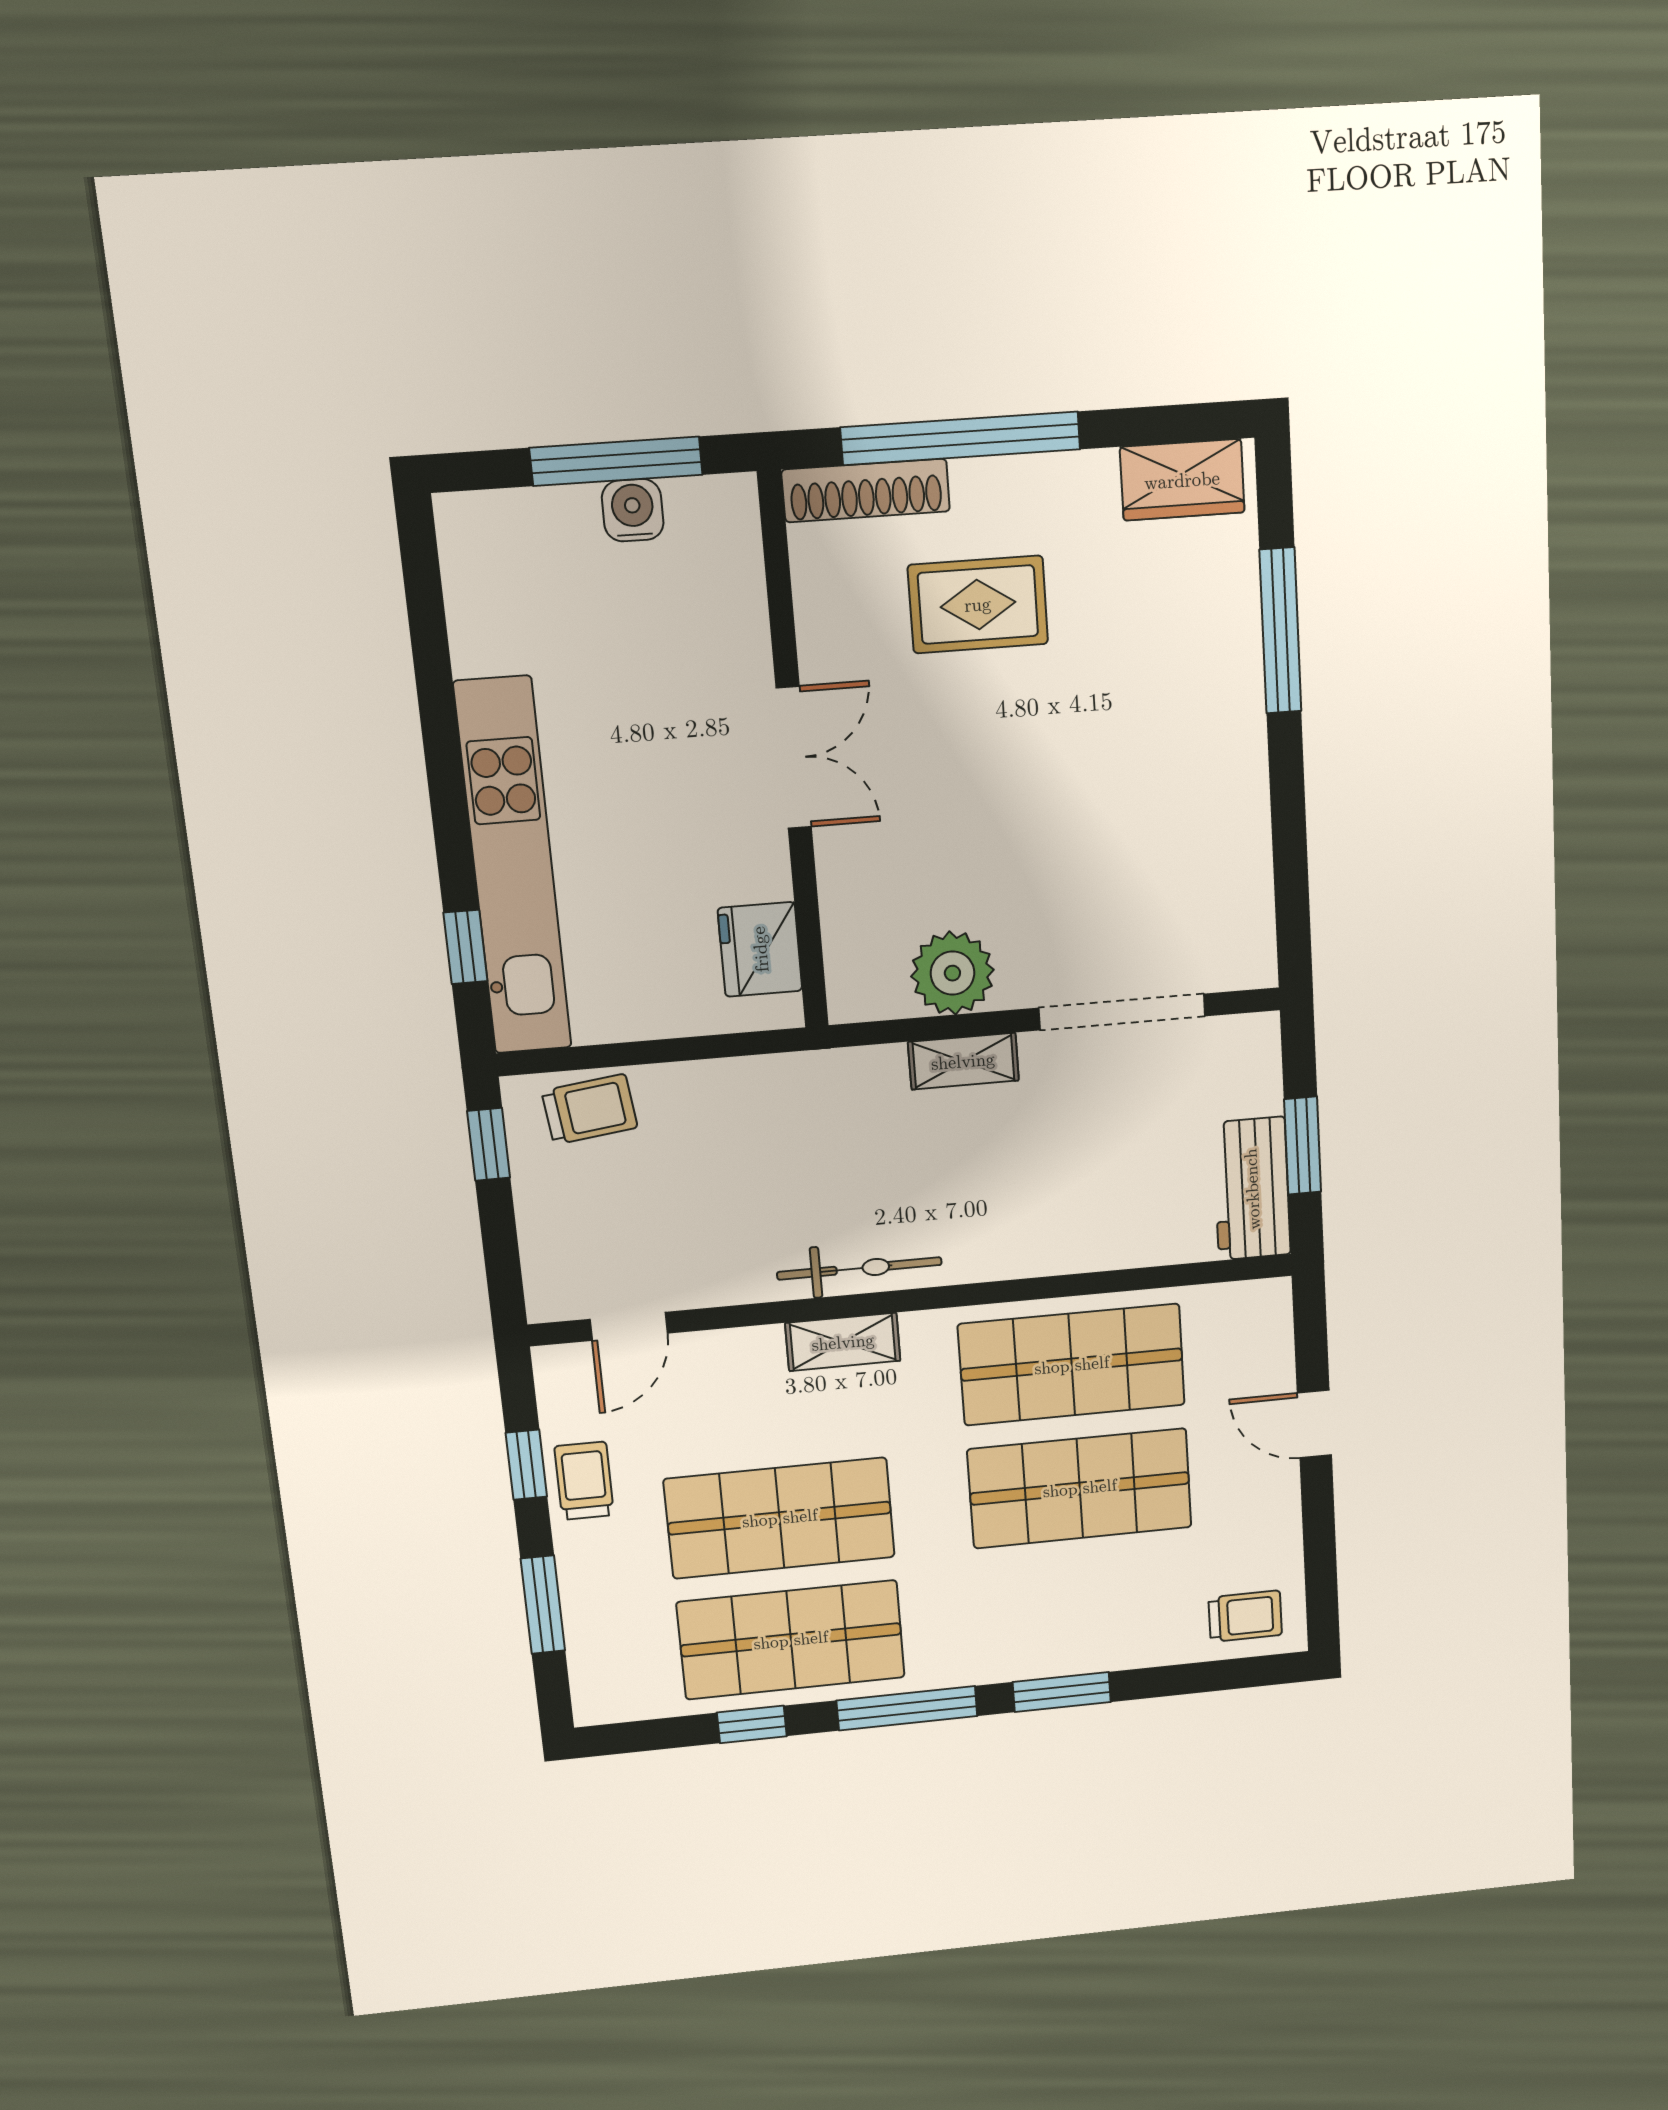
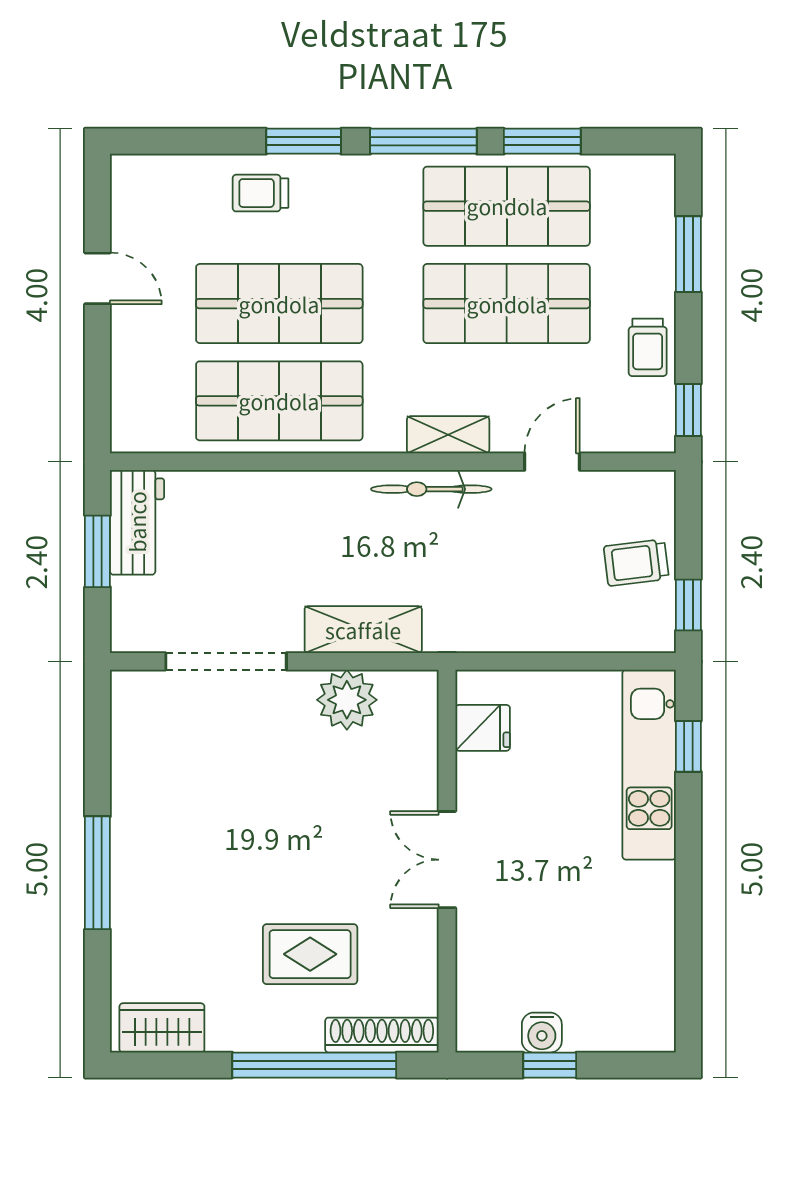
window: (616, 461) -> (550, 1065), width x0.46
window: (1280, 631) -> (97, 873), moved
kitchen unit: (513, 867) -> (649, 765), width x0.73
fridge: (760, 949) -> (483, 728), width x0.72
shelving: (963, 1061) -> (363, 630), width x1.50, depth x1.33
trolley: (590, 1109) -> (636, 563), moved
door: (629, 1326) -> (552, 462), moved
door: (1314, 1424) -> (97, 278), moved
window: (526, 1465) -> (688, 410), moved
trolley: (1245, 1616) -> (260, 193), moved
window: (752, 1724) -> (542, 141), width x1.50

